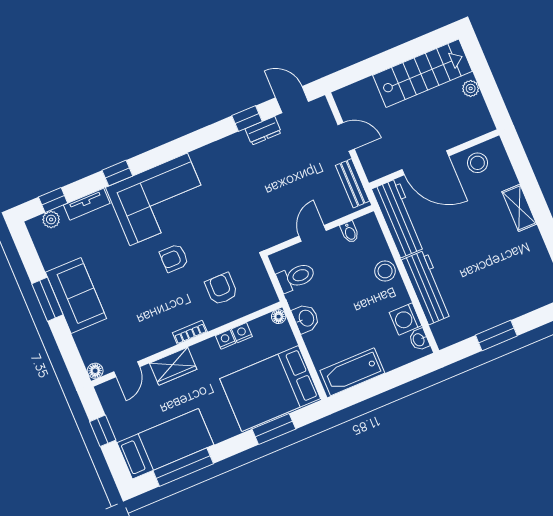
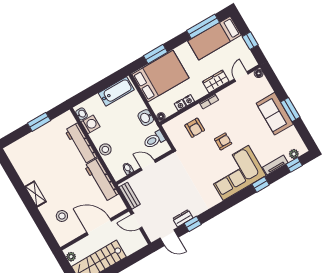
wall: (434, 159) -> (95, 229), moved
door: (425, 163) -> (99, 227), moved
door: (313, 233) -> (148, 165), swing flipped

